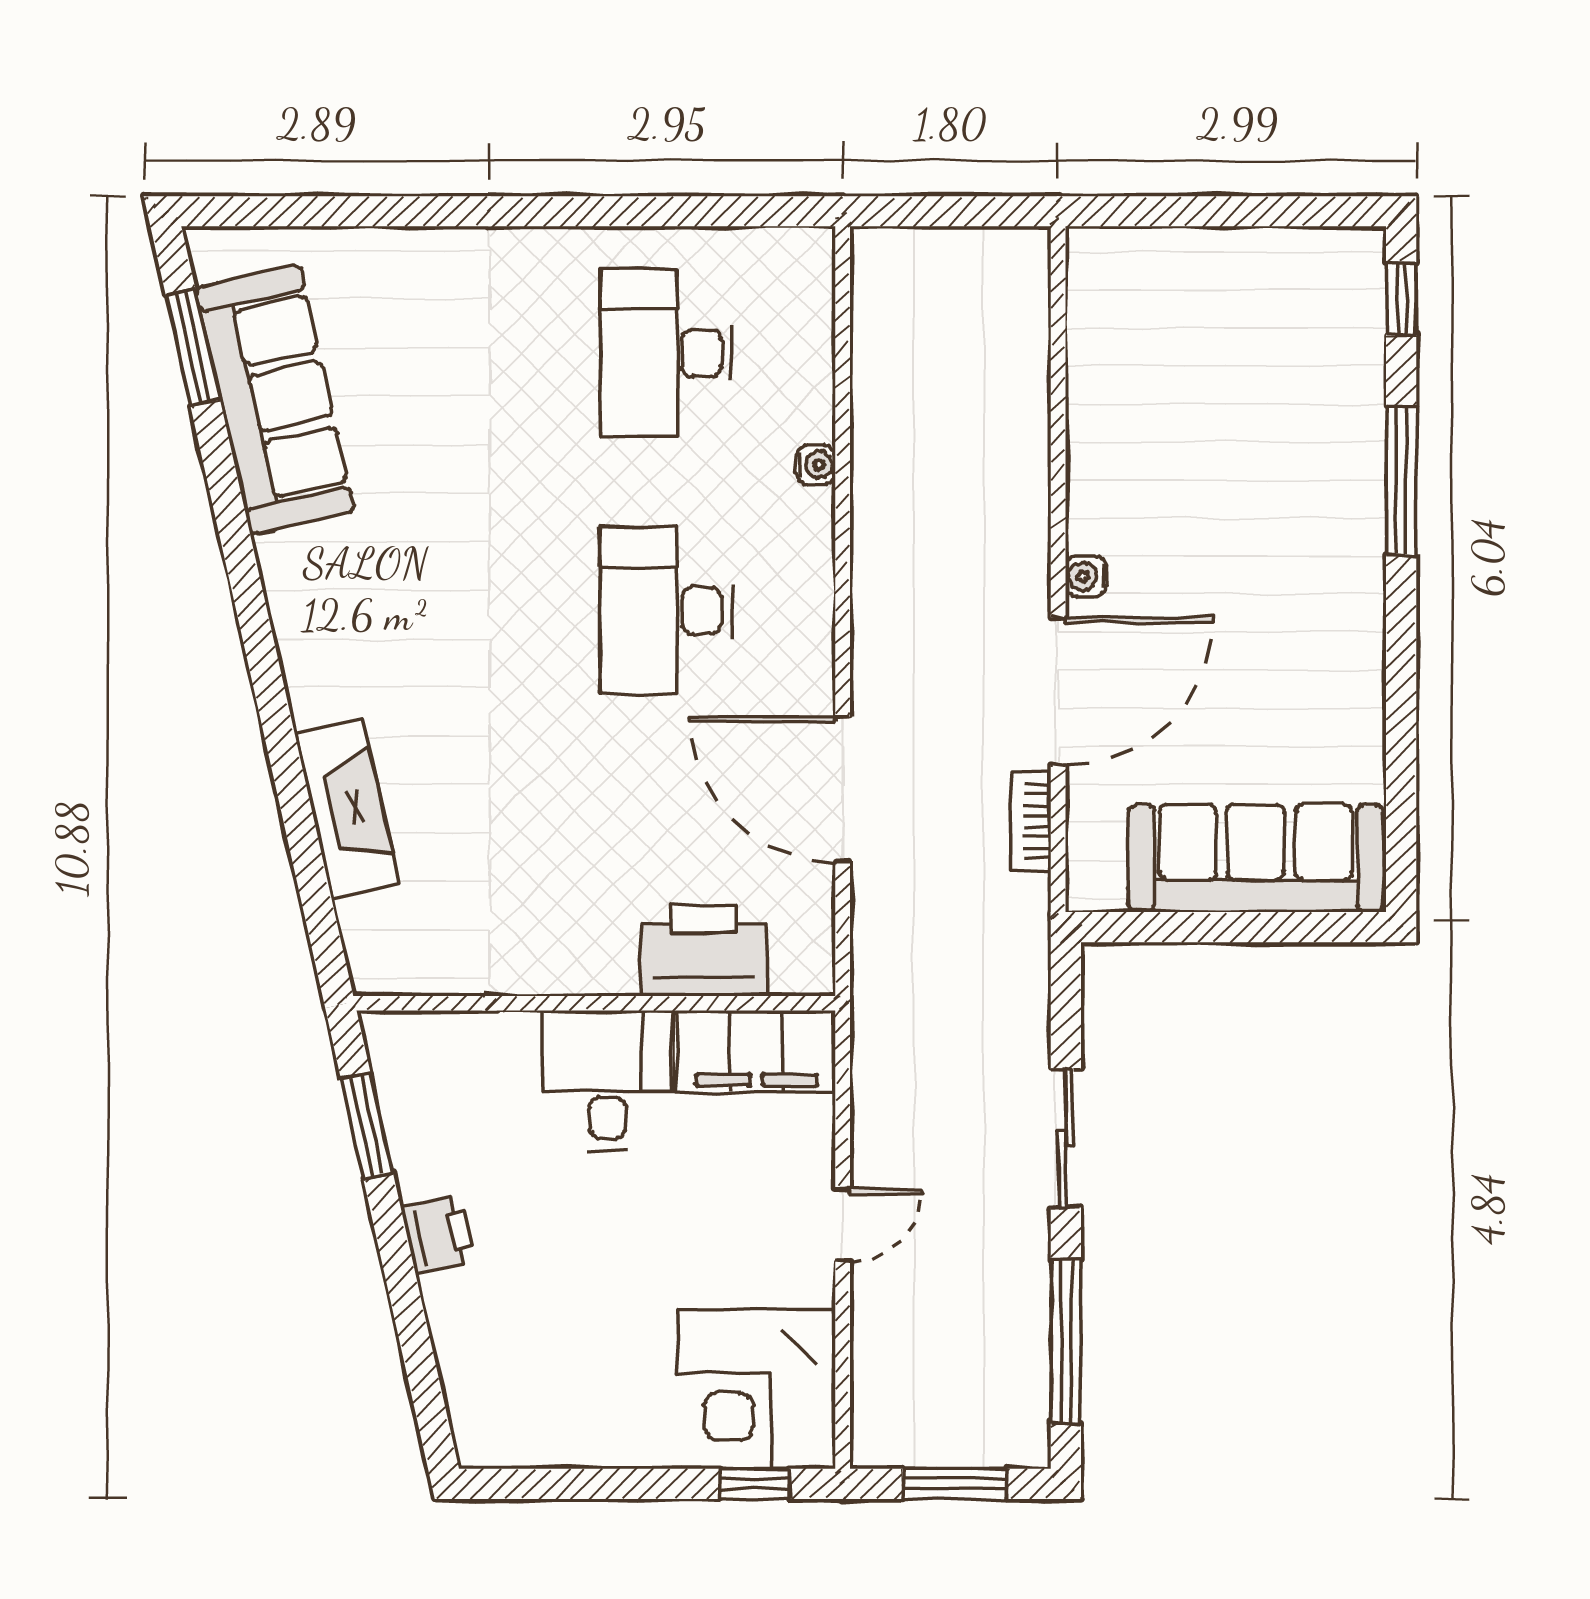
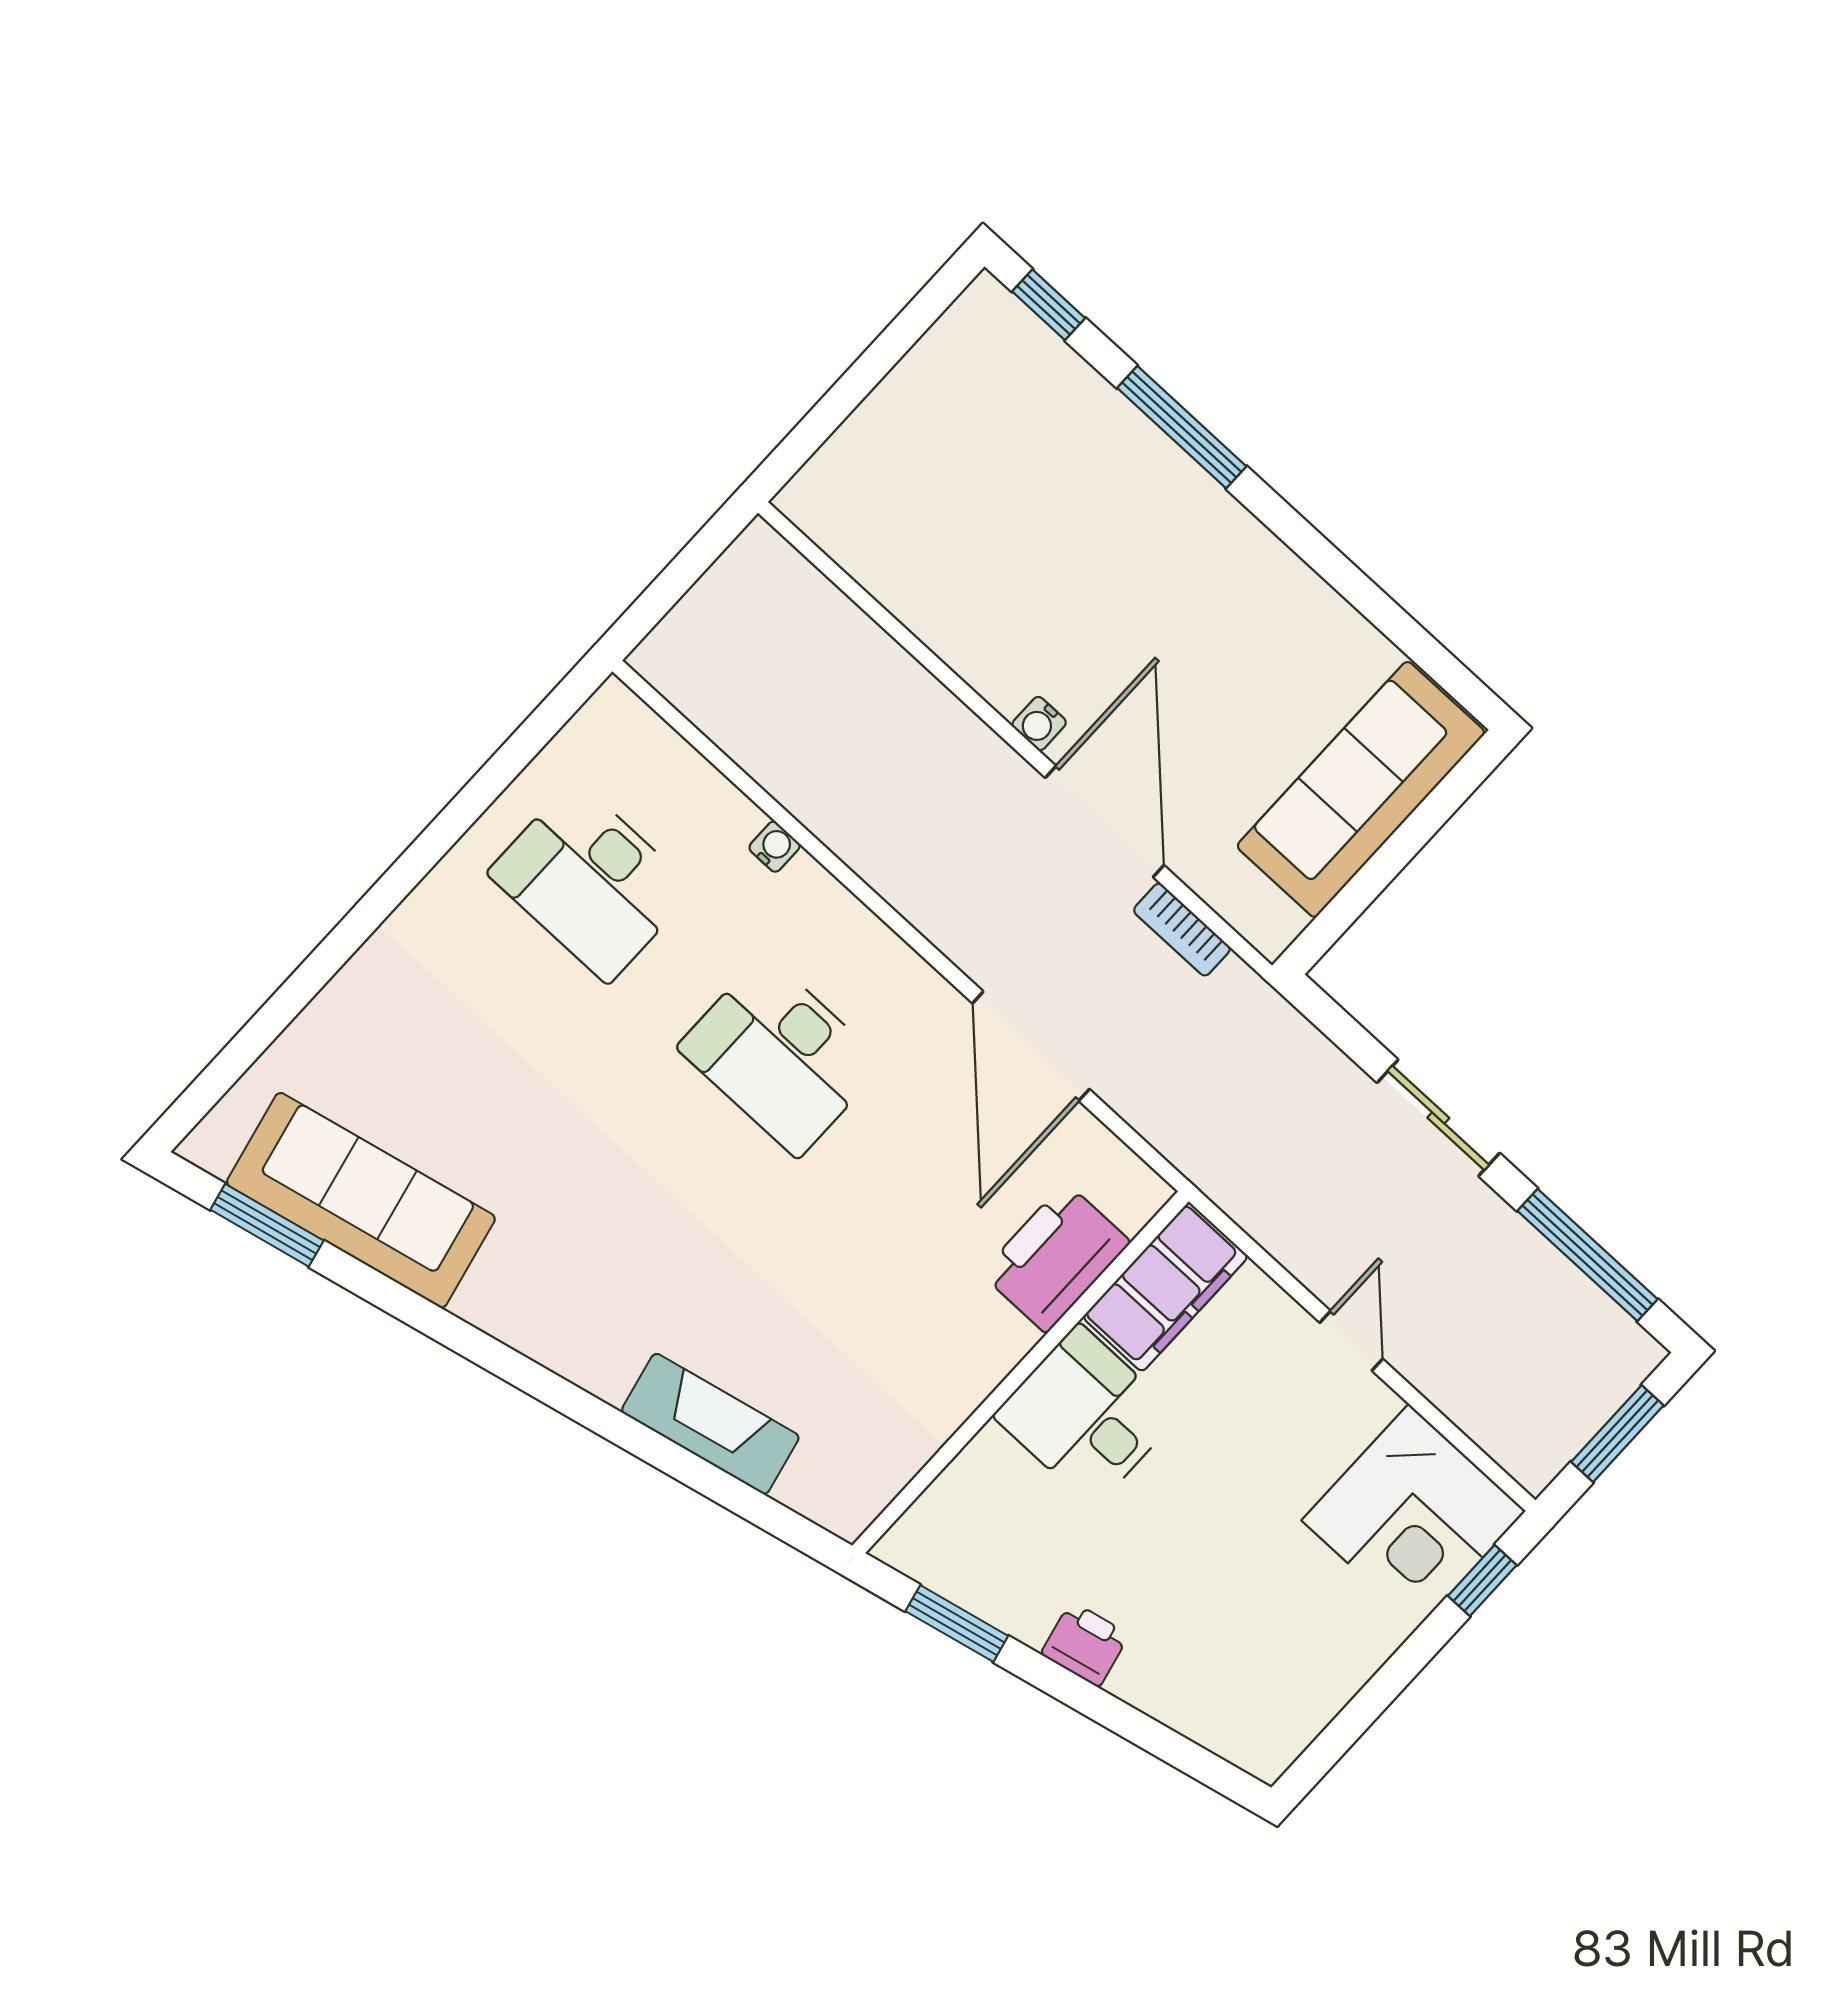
door: (843, 789) -> (1031, 1046), hinge flipped

